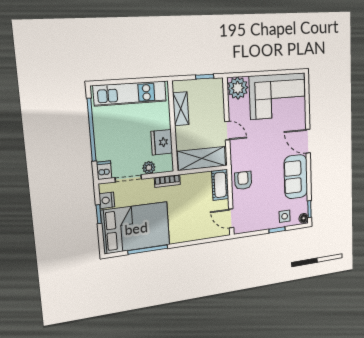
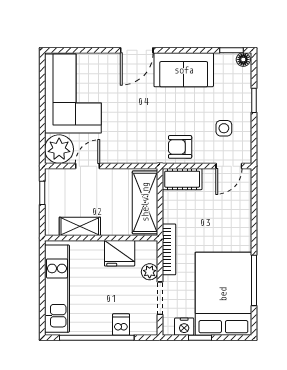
door: (227, 131) -> (87, 166), moved
dishwasher: (104, 170) -> (121, 325), moved, turned 90
bookcase: (167, 181) -> (169, 249), width x1.56
side table: (285, 216) -> (224, 128), moved

